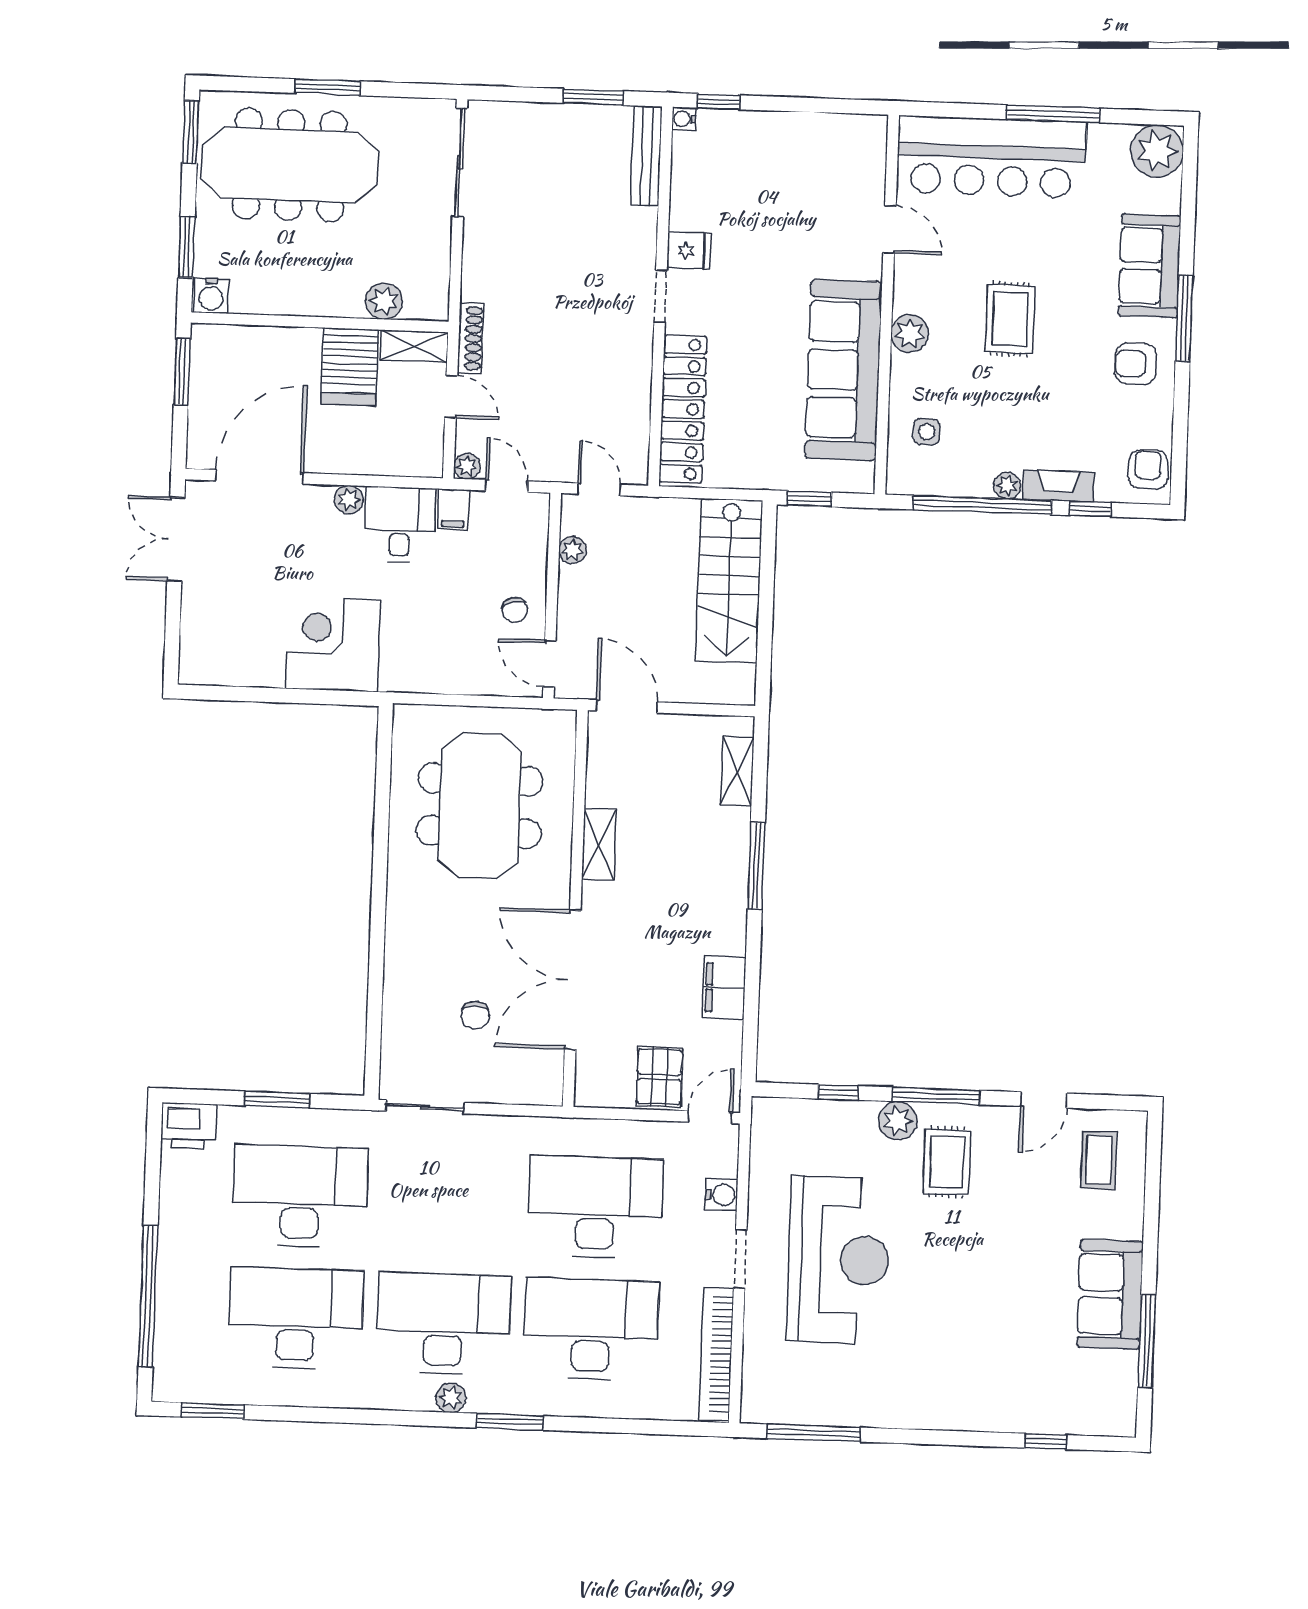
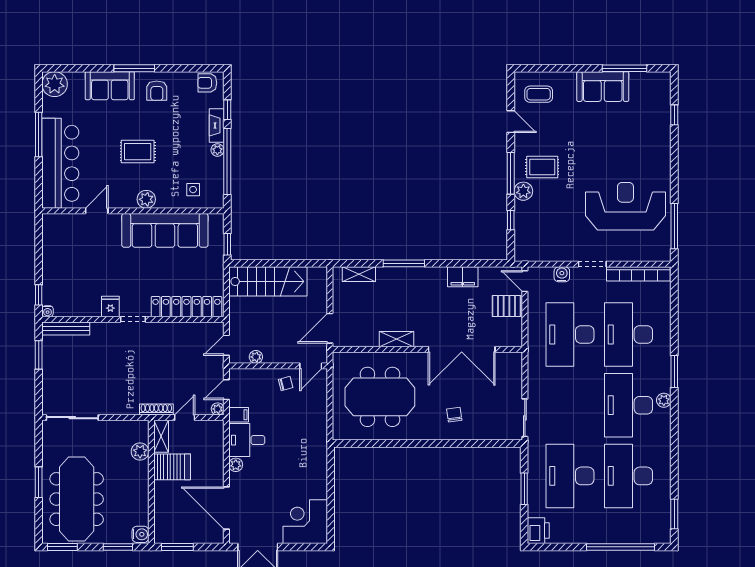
corner desk: (333, 644) -> (305, 522), moved, turned 90
chair: (475, 1015) -> (454, 415), moved, turned -98
reception desk: (839, 1260) -> (625, 206), moved

